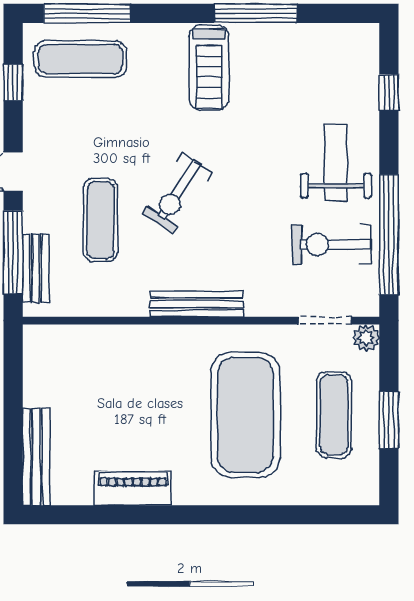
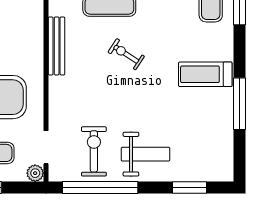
window: (389, 93) -> (190, 188), width x1.50
exercise bike: (177, 193) -> (126, 54), width x0.73, depth x0.72
bench: (197, 304) -> (57, 46), moved

